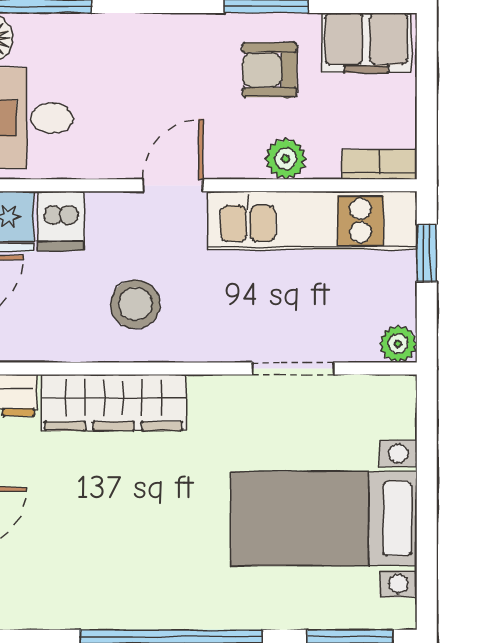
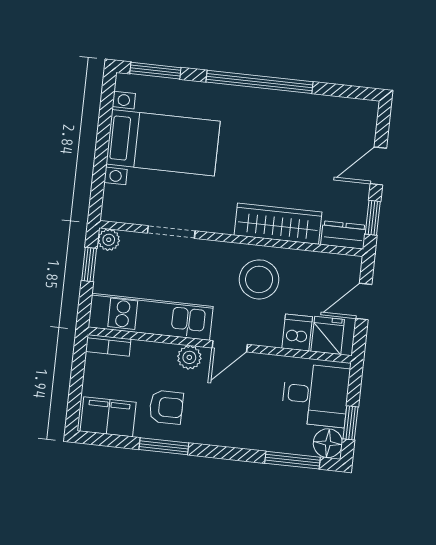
plant: (286, 159) -> (189, 357), moved
window: (427, 253) -> (89, 265), moved
stool: (135, 304) -> (259, 279), width x1.38, depth x1.38

